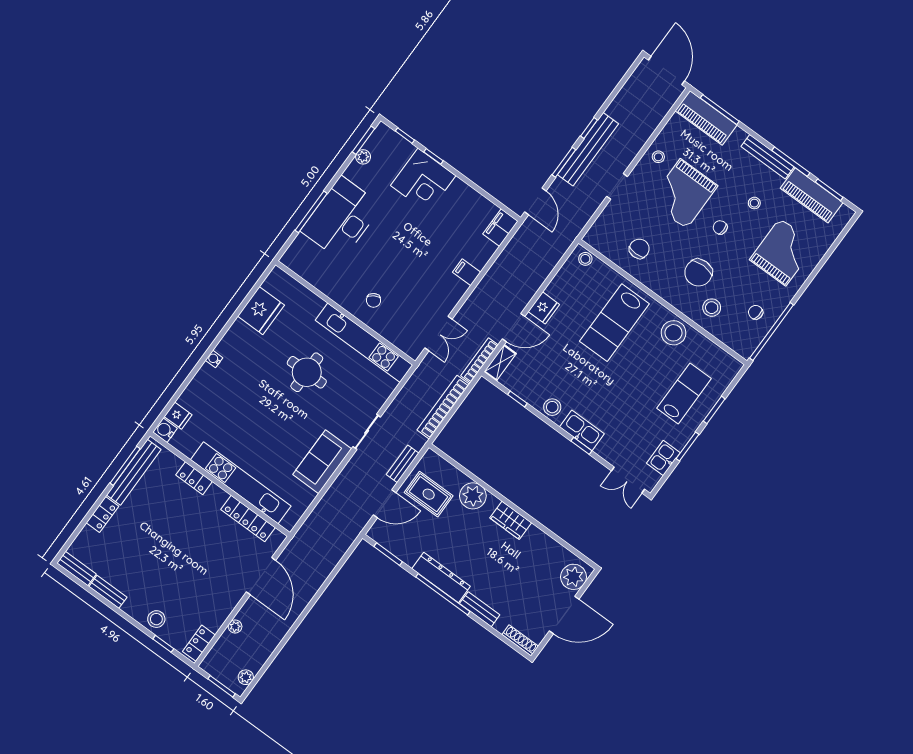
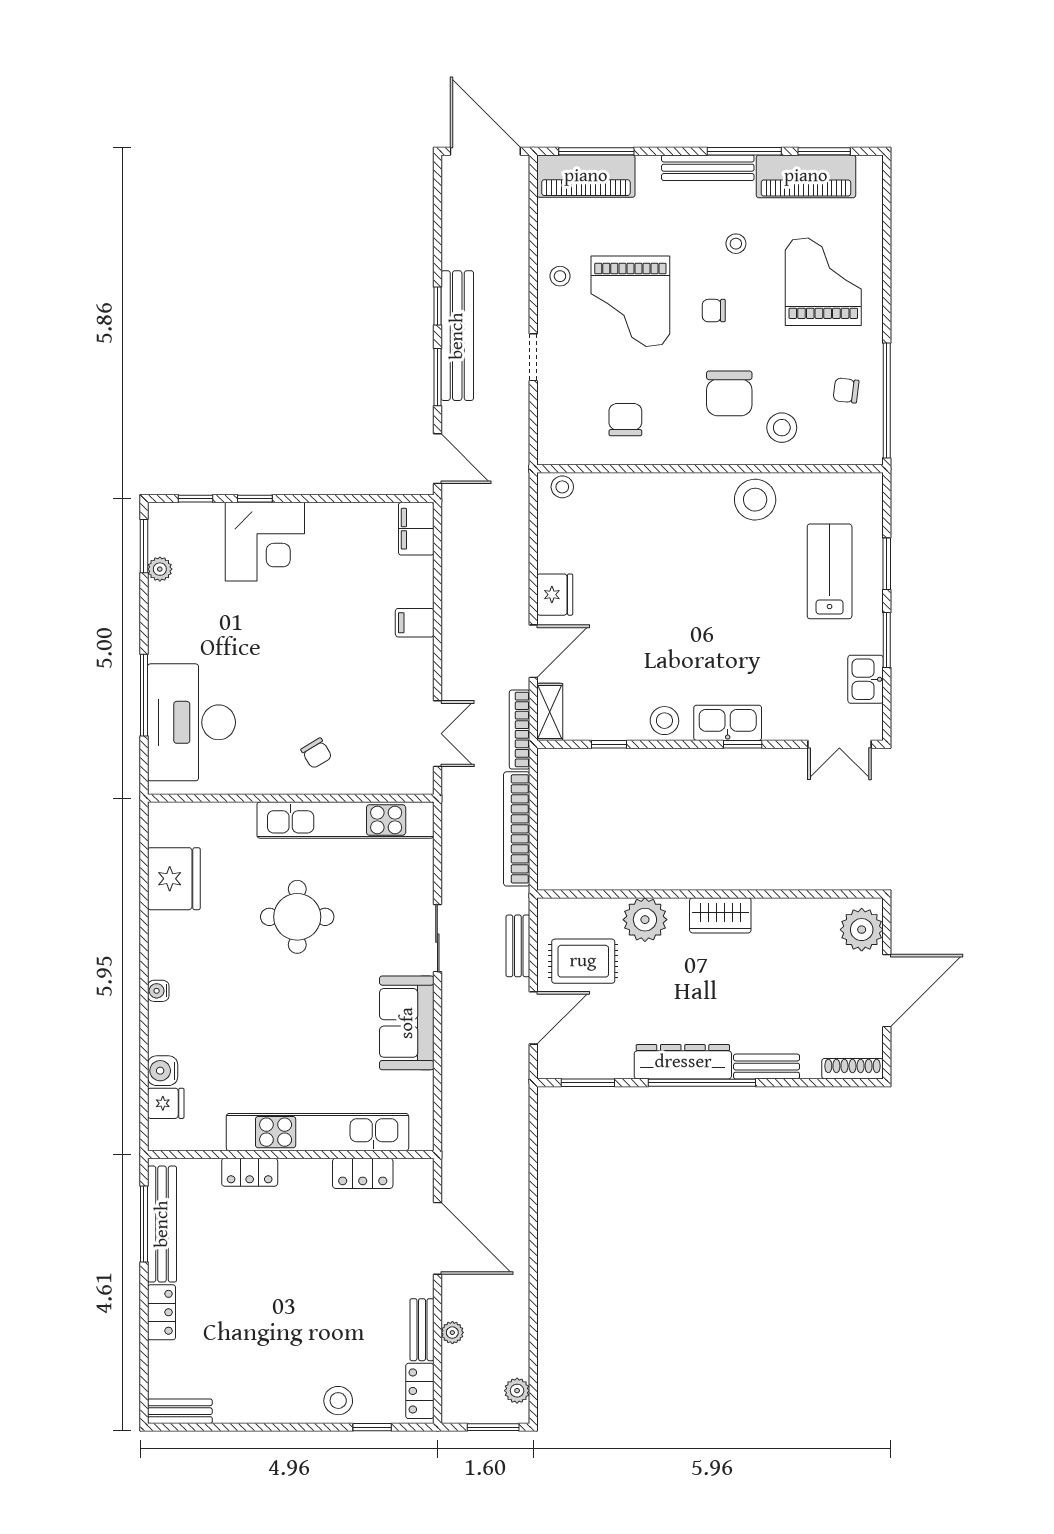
desk: (341, 218) -> (191, 722), moved
lab bench: (614, 323) -> (665, 544), removed
water cooler: (165, 430) -> (163, 1071), moved
locker: (248, 519) -> (363, 1173), width x0.66
bench: (108, 592) -> (422, 1330), moved, turned 90

